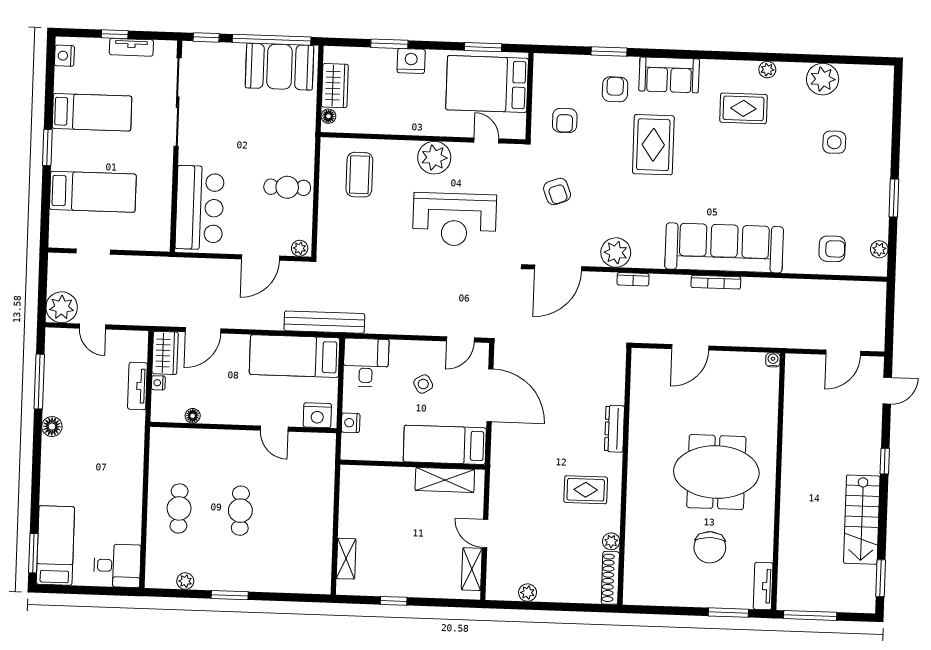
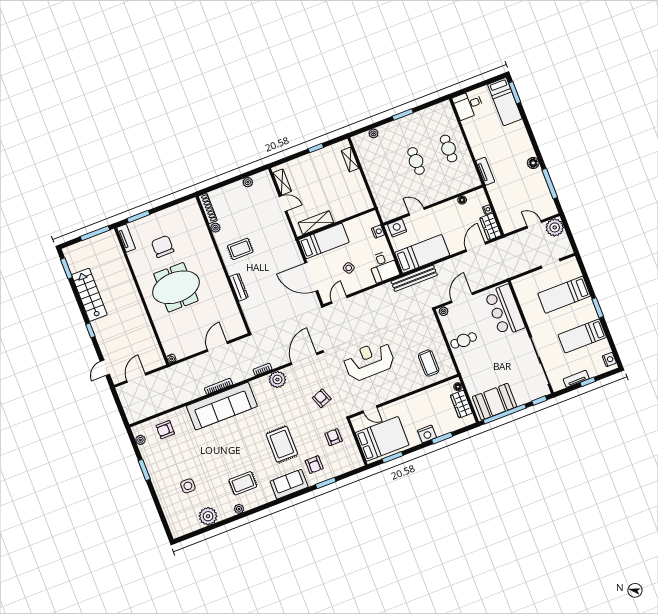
plant: (434, 158) -> (393, 389), removed
tv unit: (137, 386) -> (485, 171), moved
plant: (185, 581) -> (373, 133), moved

